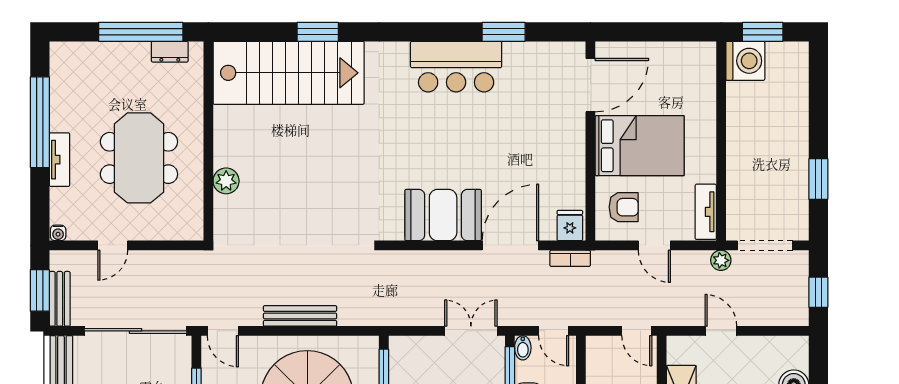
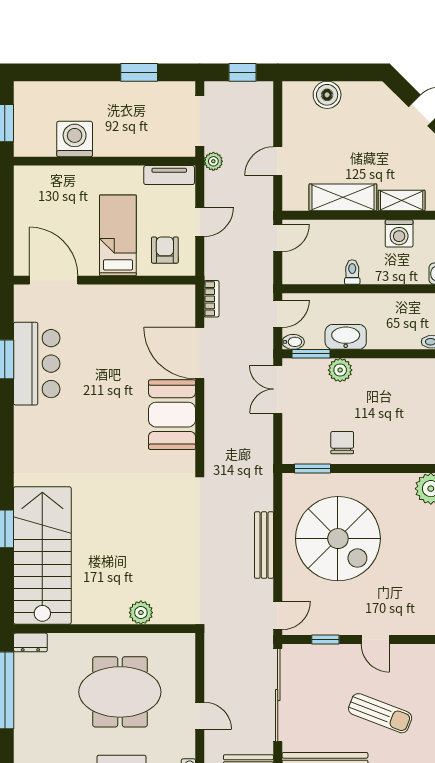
dresser: (170, 52) -> (30, 642), moved, turned 90
washing machine: (745, 61) -> (75, 139), moved
bar counter: (456, 67) -> (37, 364), moved
bed: (640, 146) -> (118, 235), width x0.67
fridge: (570, 226) -> (182, 299), removed

